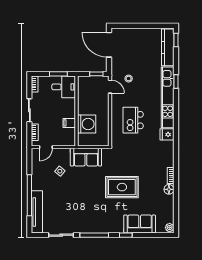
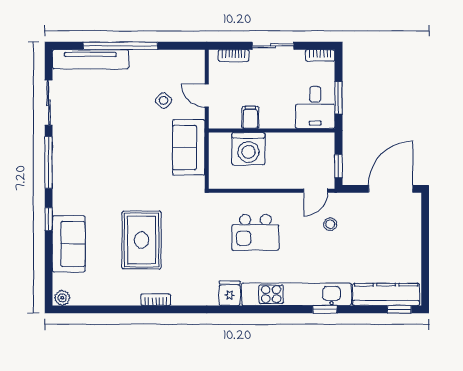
kitchen island: (133, 120) -> (255, 232), turned 180
door: (46, 147) -> (207, 96), moved
rug: (122, 187) -> (142, 240), moved
floor lamp: (169, 189) -> (131, 297), removed

